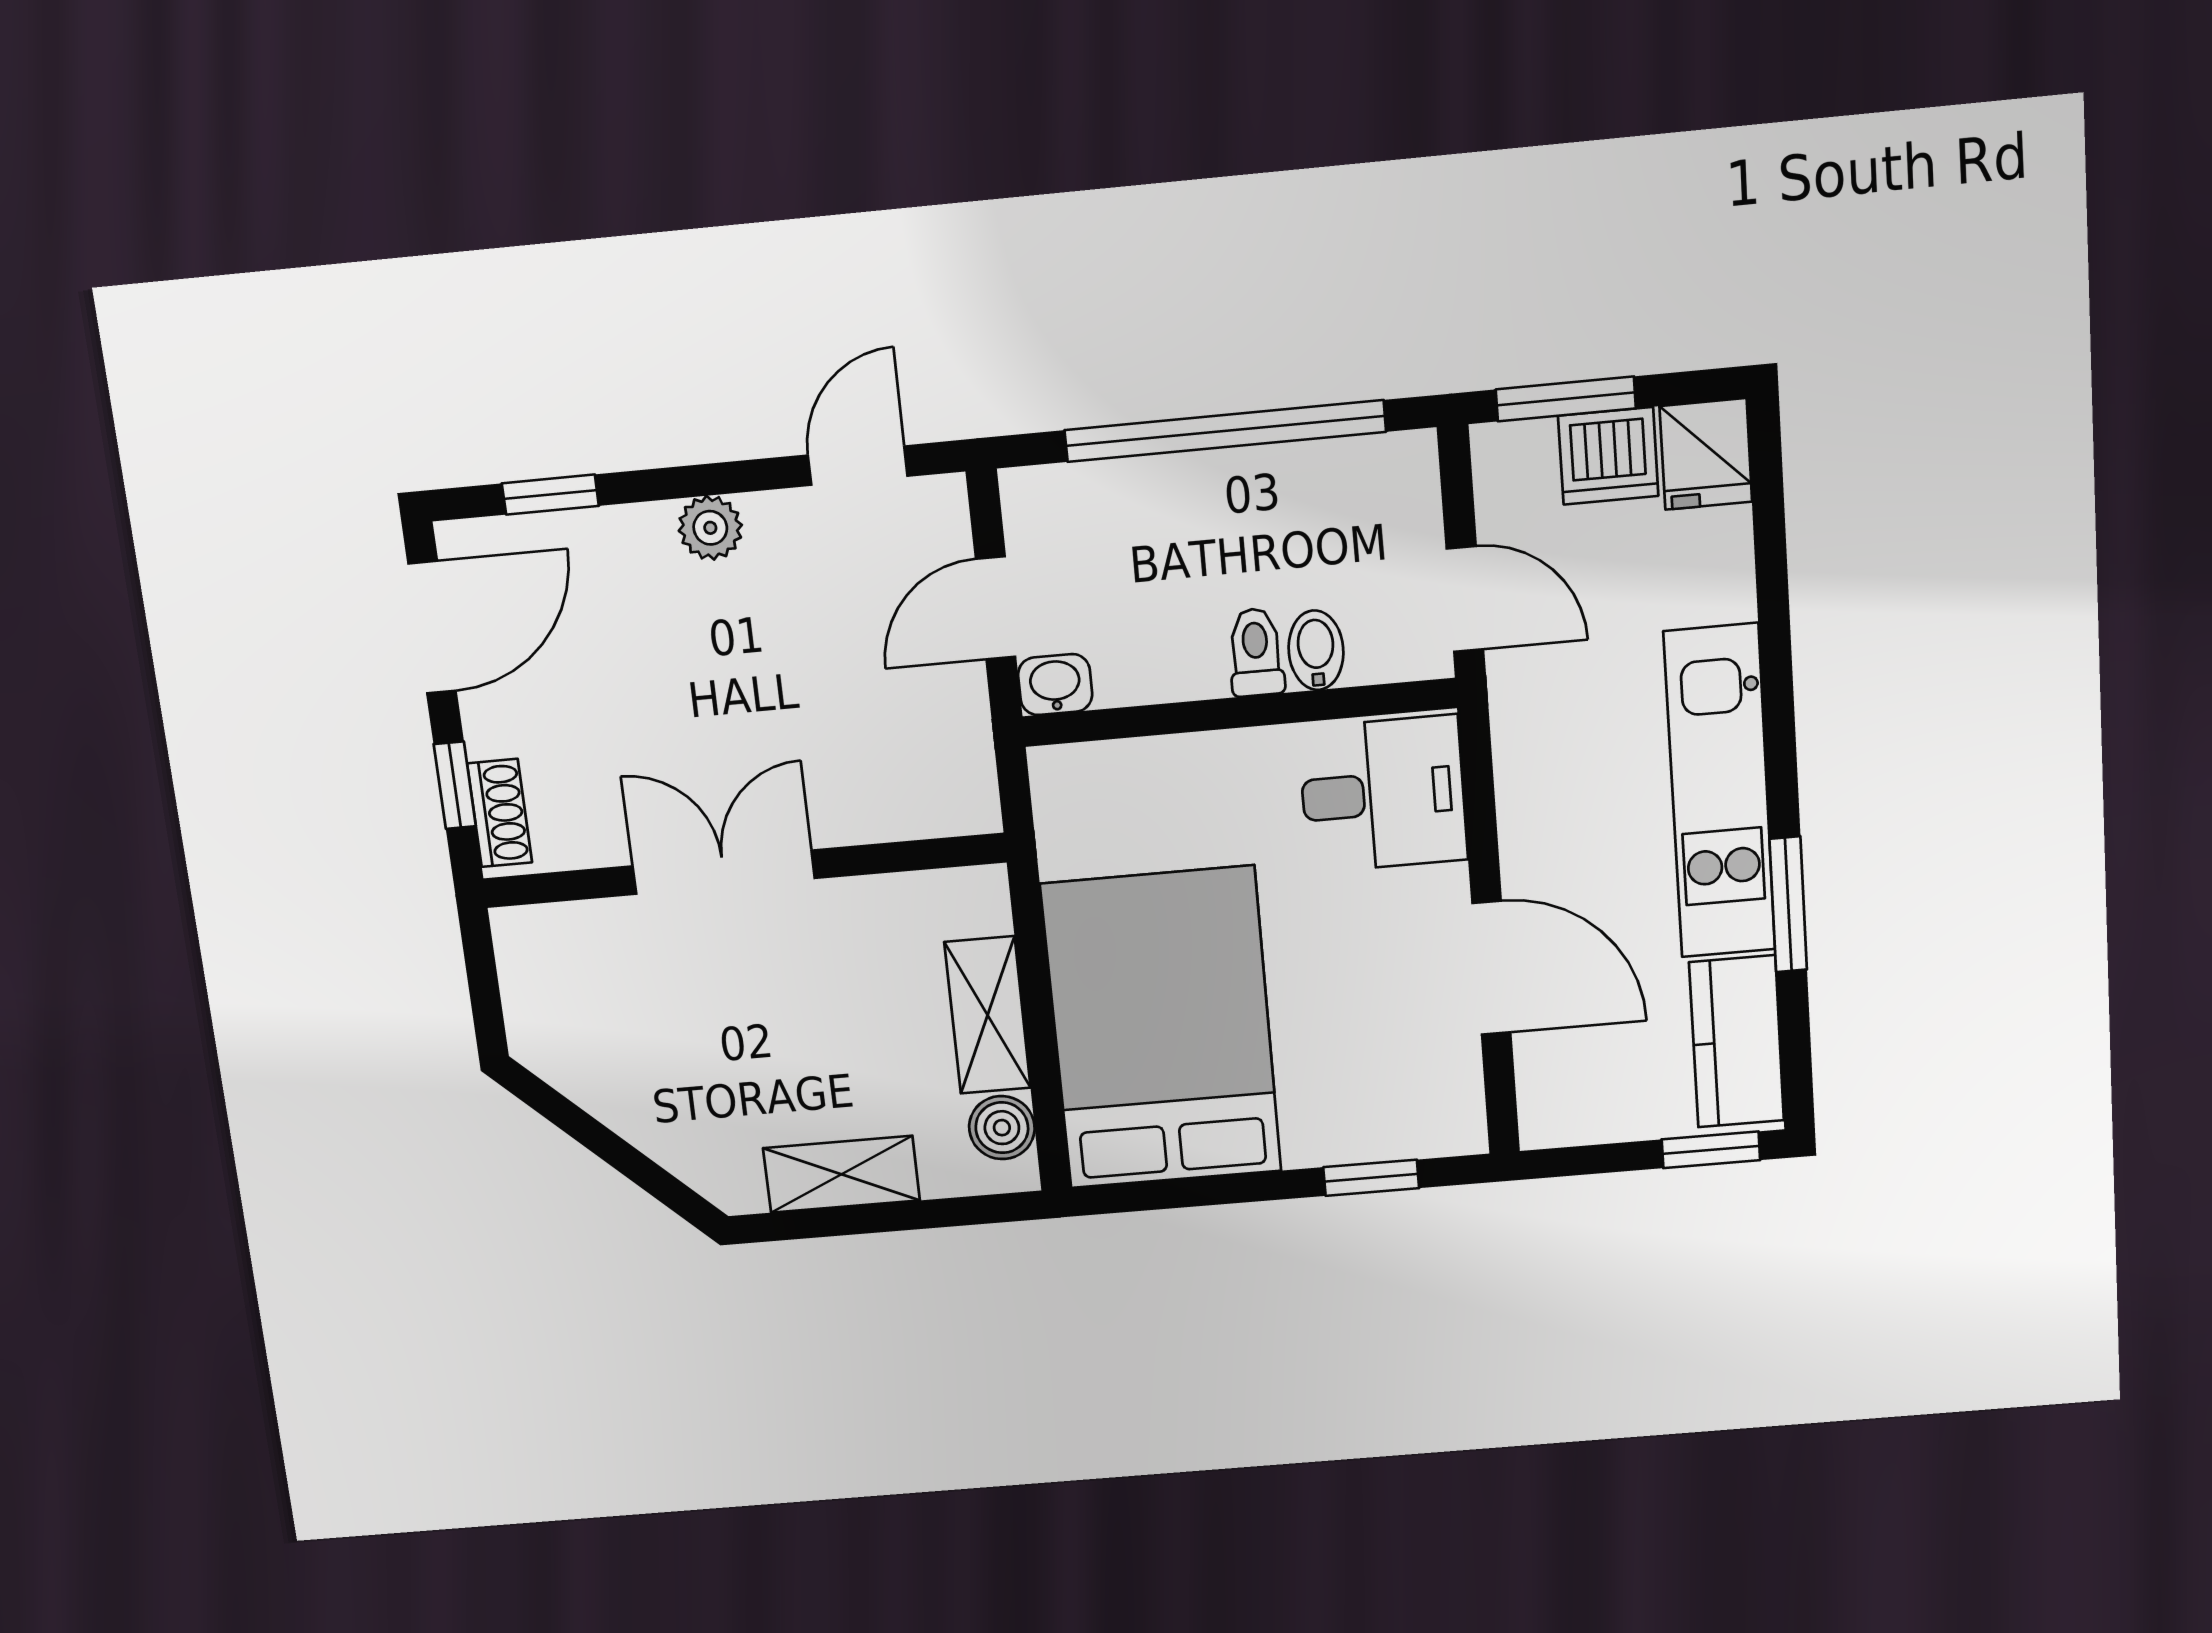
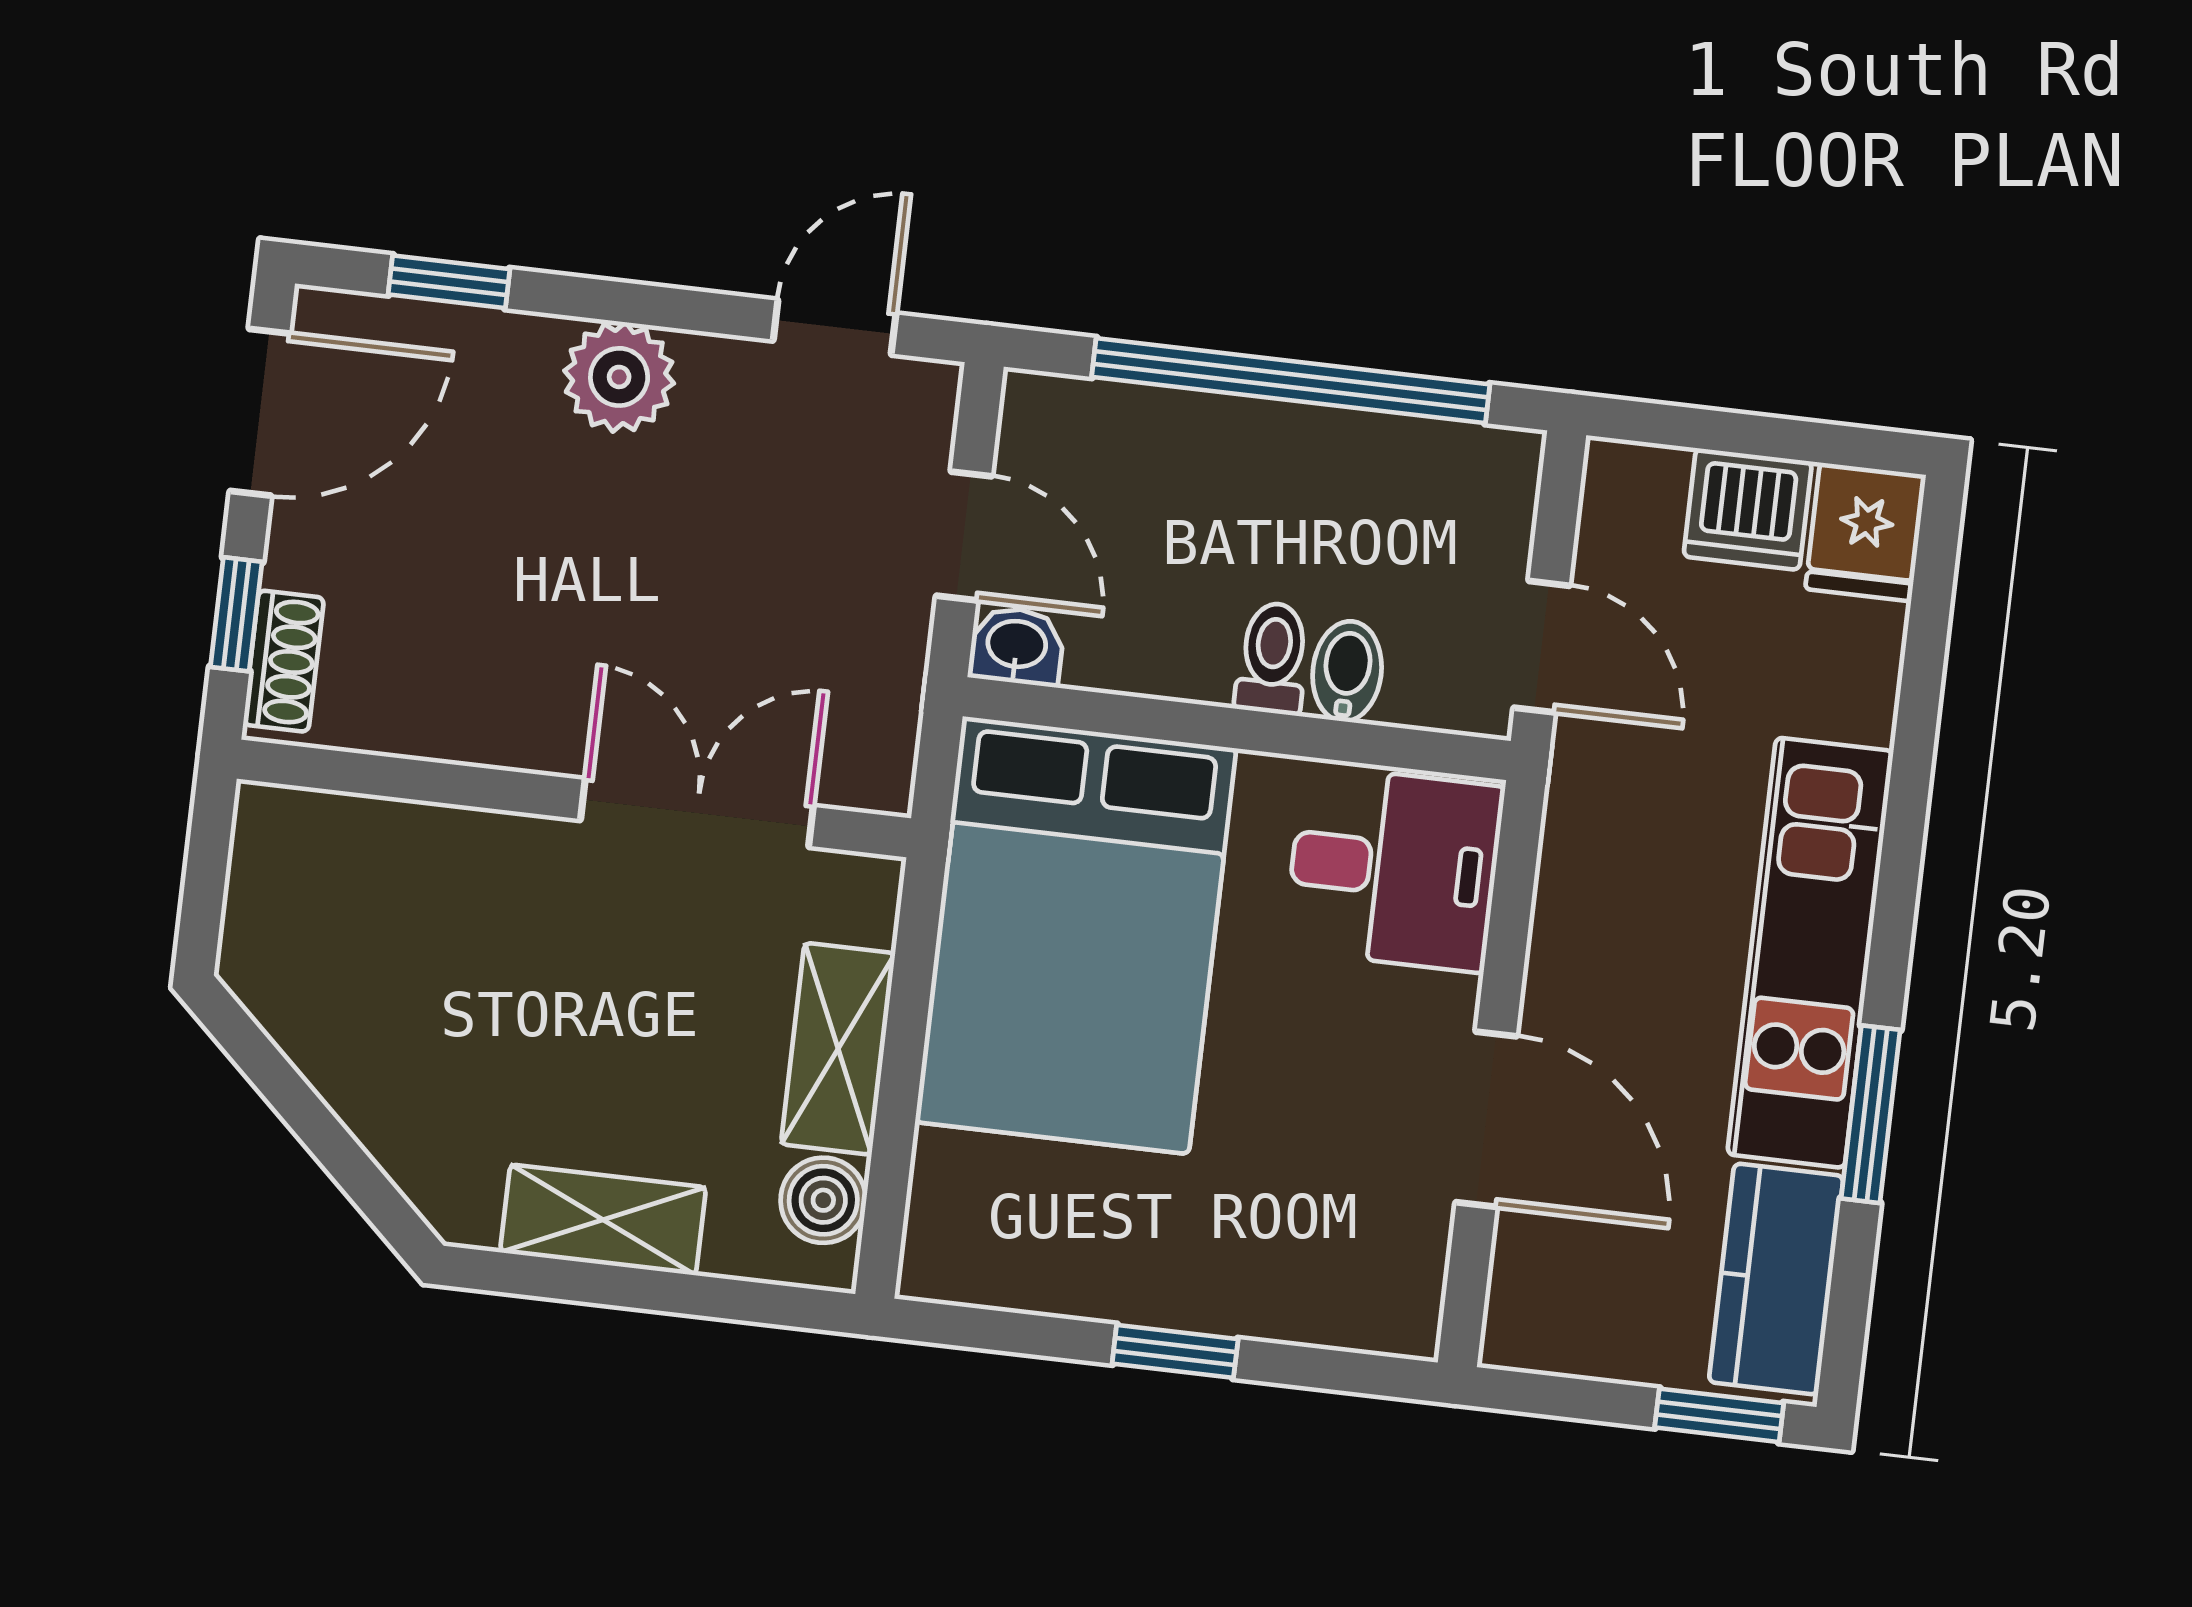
window: (1566, 399) -> (1709, 430), removed
plant: (710, 528) -> (619, 377), width x1.38, depth x1.38
door: (996, 608) -> (964, 536), swing flipped
double door: (724, 872) -> (697, 813), moved
bed: (1162, 1028) -> (1076, 935), moved, turned 180
window: (1371, 1178) -> (1175, 1351), moved

